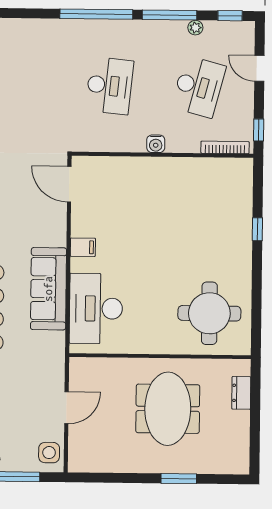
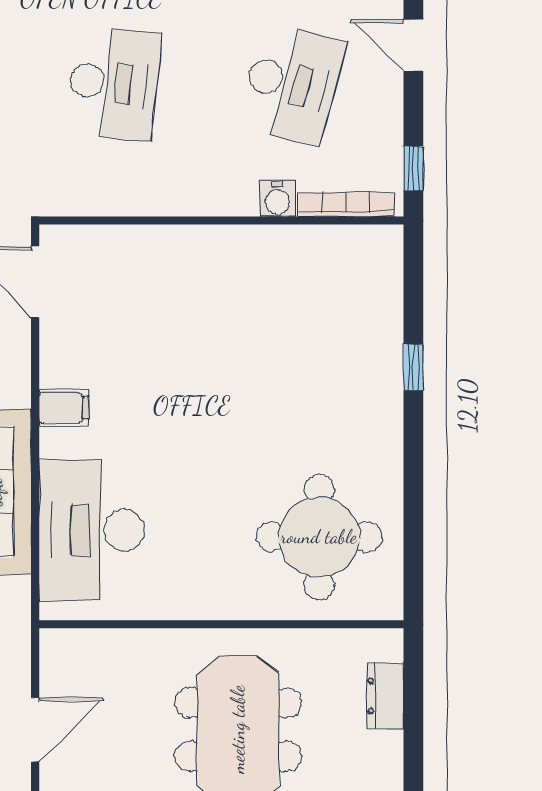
water cooler: (156, 144) -> (277, 199), moved

